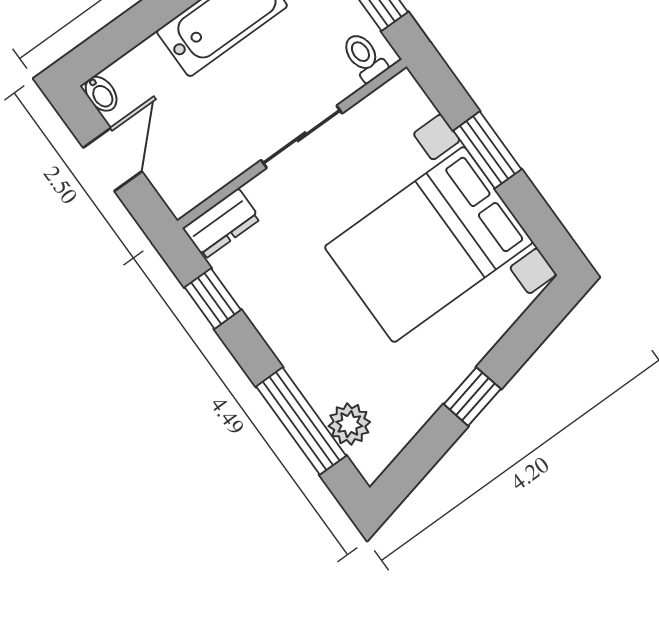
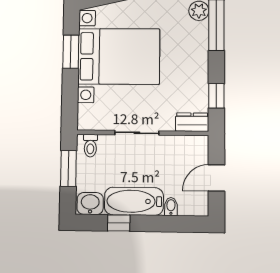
bidet: (101, 94) -> (171, 207), moved
window: (487, 150) -> (71, 52), moved

